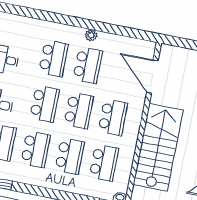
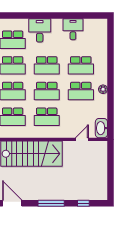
washbasin: (142, 48) -> (101, 128), added
door: (152, 77) -> (82, 139), width x0.53

